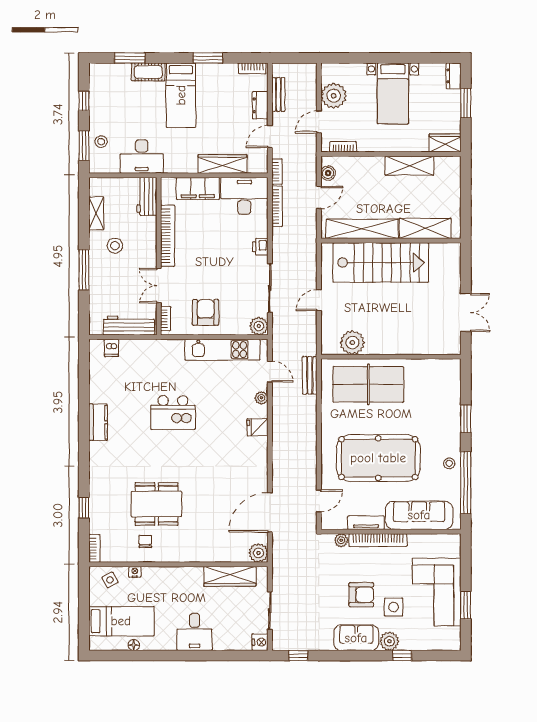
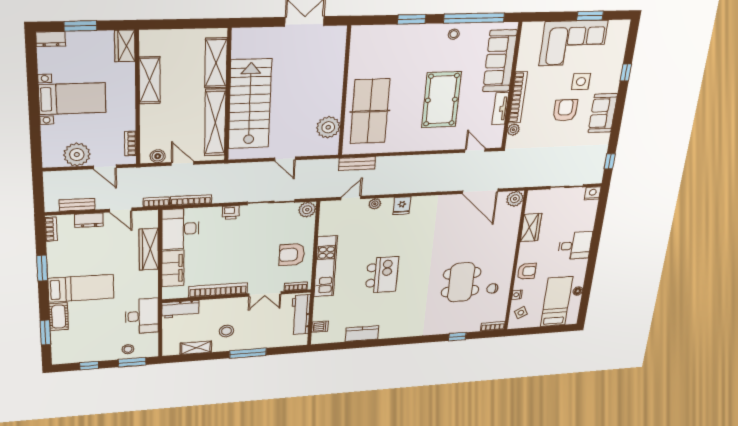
kitchen unit: (222, 350) -> (326, 266), moved
kitchen counter: (98, 422) -> (362, 334), moved
pool table: (378, 458) -> (441, 100), width x0.73, depth x0.76
wardrobe: (230, 576) -> (531, 228), width x0.67
armchair: (165, 579) -> (527, 271), added
plant: (389, 641) -> (611, 84), removed

